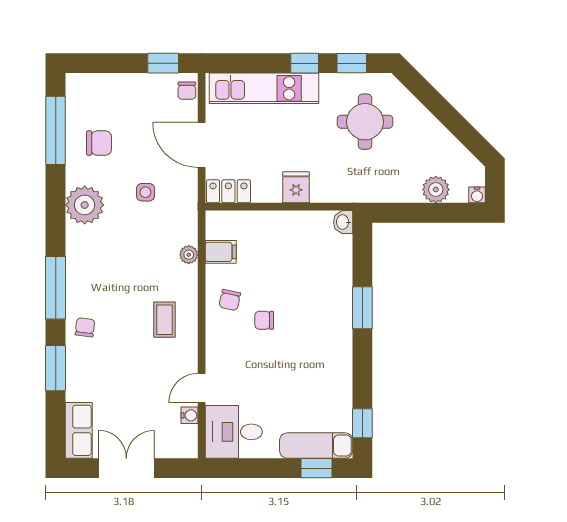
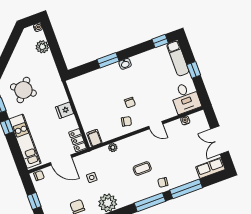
window: (163, 63) -> (34, 201), moved
round table: (365, 122) -> (23, 90), turned 38
door: (202, 145) -> (61, 160), hinge flipped
washbasin: (343, 222) -> (125, 64), moved
filing cabinet: (221, 252) -> (94, 138), moved
coffee table: (164, 320) -> (142, 168), moved
window: (56, 368) -> (186, 189), width x1.44
door: (202, 388) -> (156, 125), moved
window: (316, 468) -> (194, 70), moved

